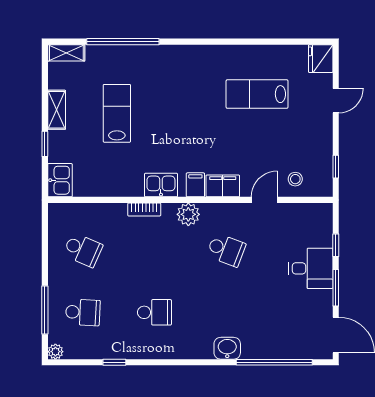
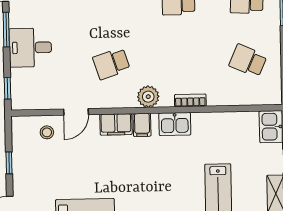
window: (336, 167) -> (9, 163), moved
window: (336, 245) -> (7, 88), moved
school desk: (226, 250) -> (111, 64), turned -39

